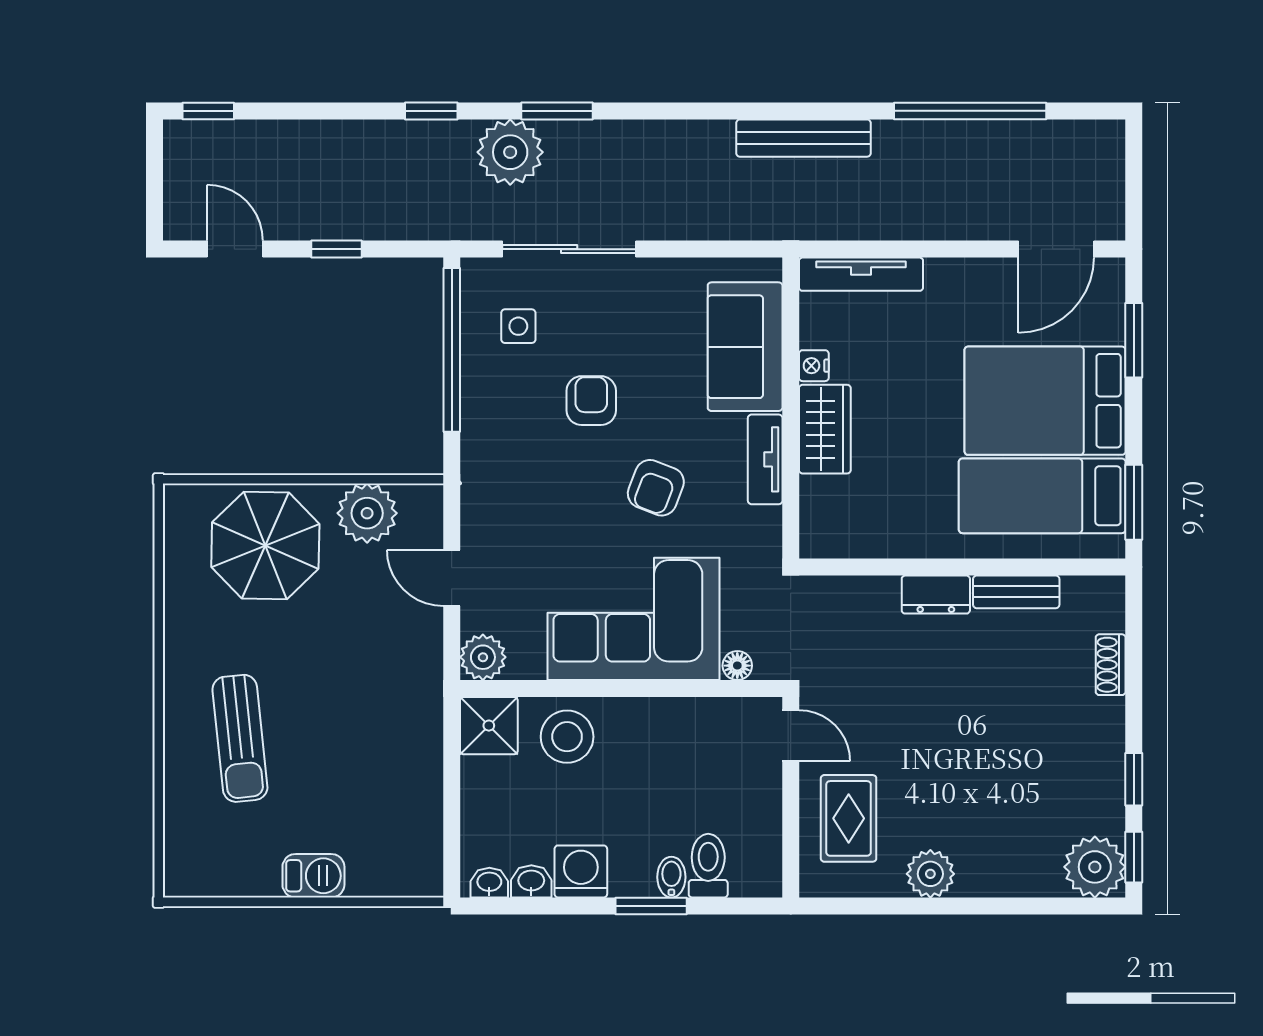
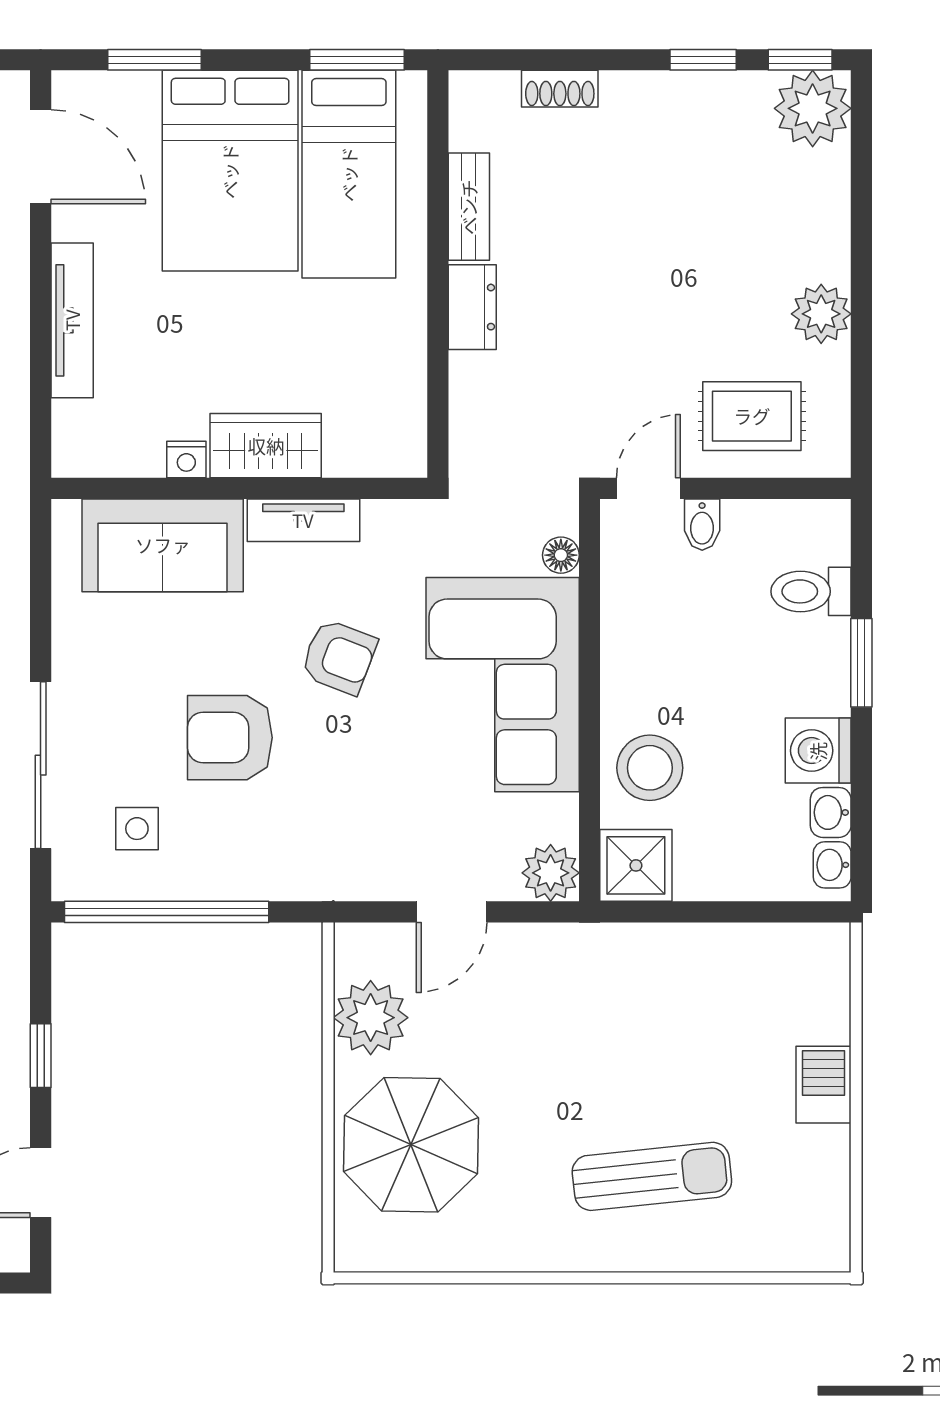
tv unit: (861, 274) -> (72, 320), moved
armchair: (591, 401) -> (230, 738), width x1.38, depth x1.38
bidet: (671, 877) -> (702, 525), moved, turned -90

